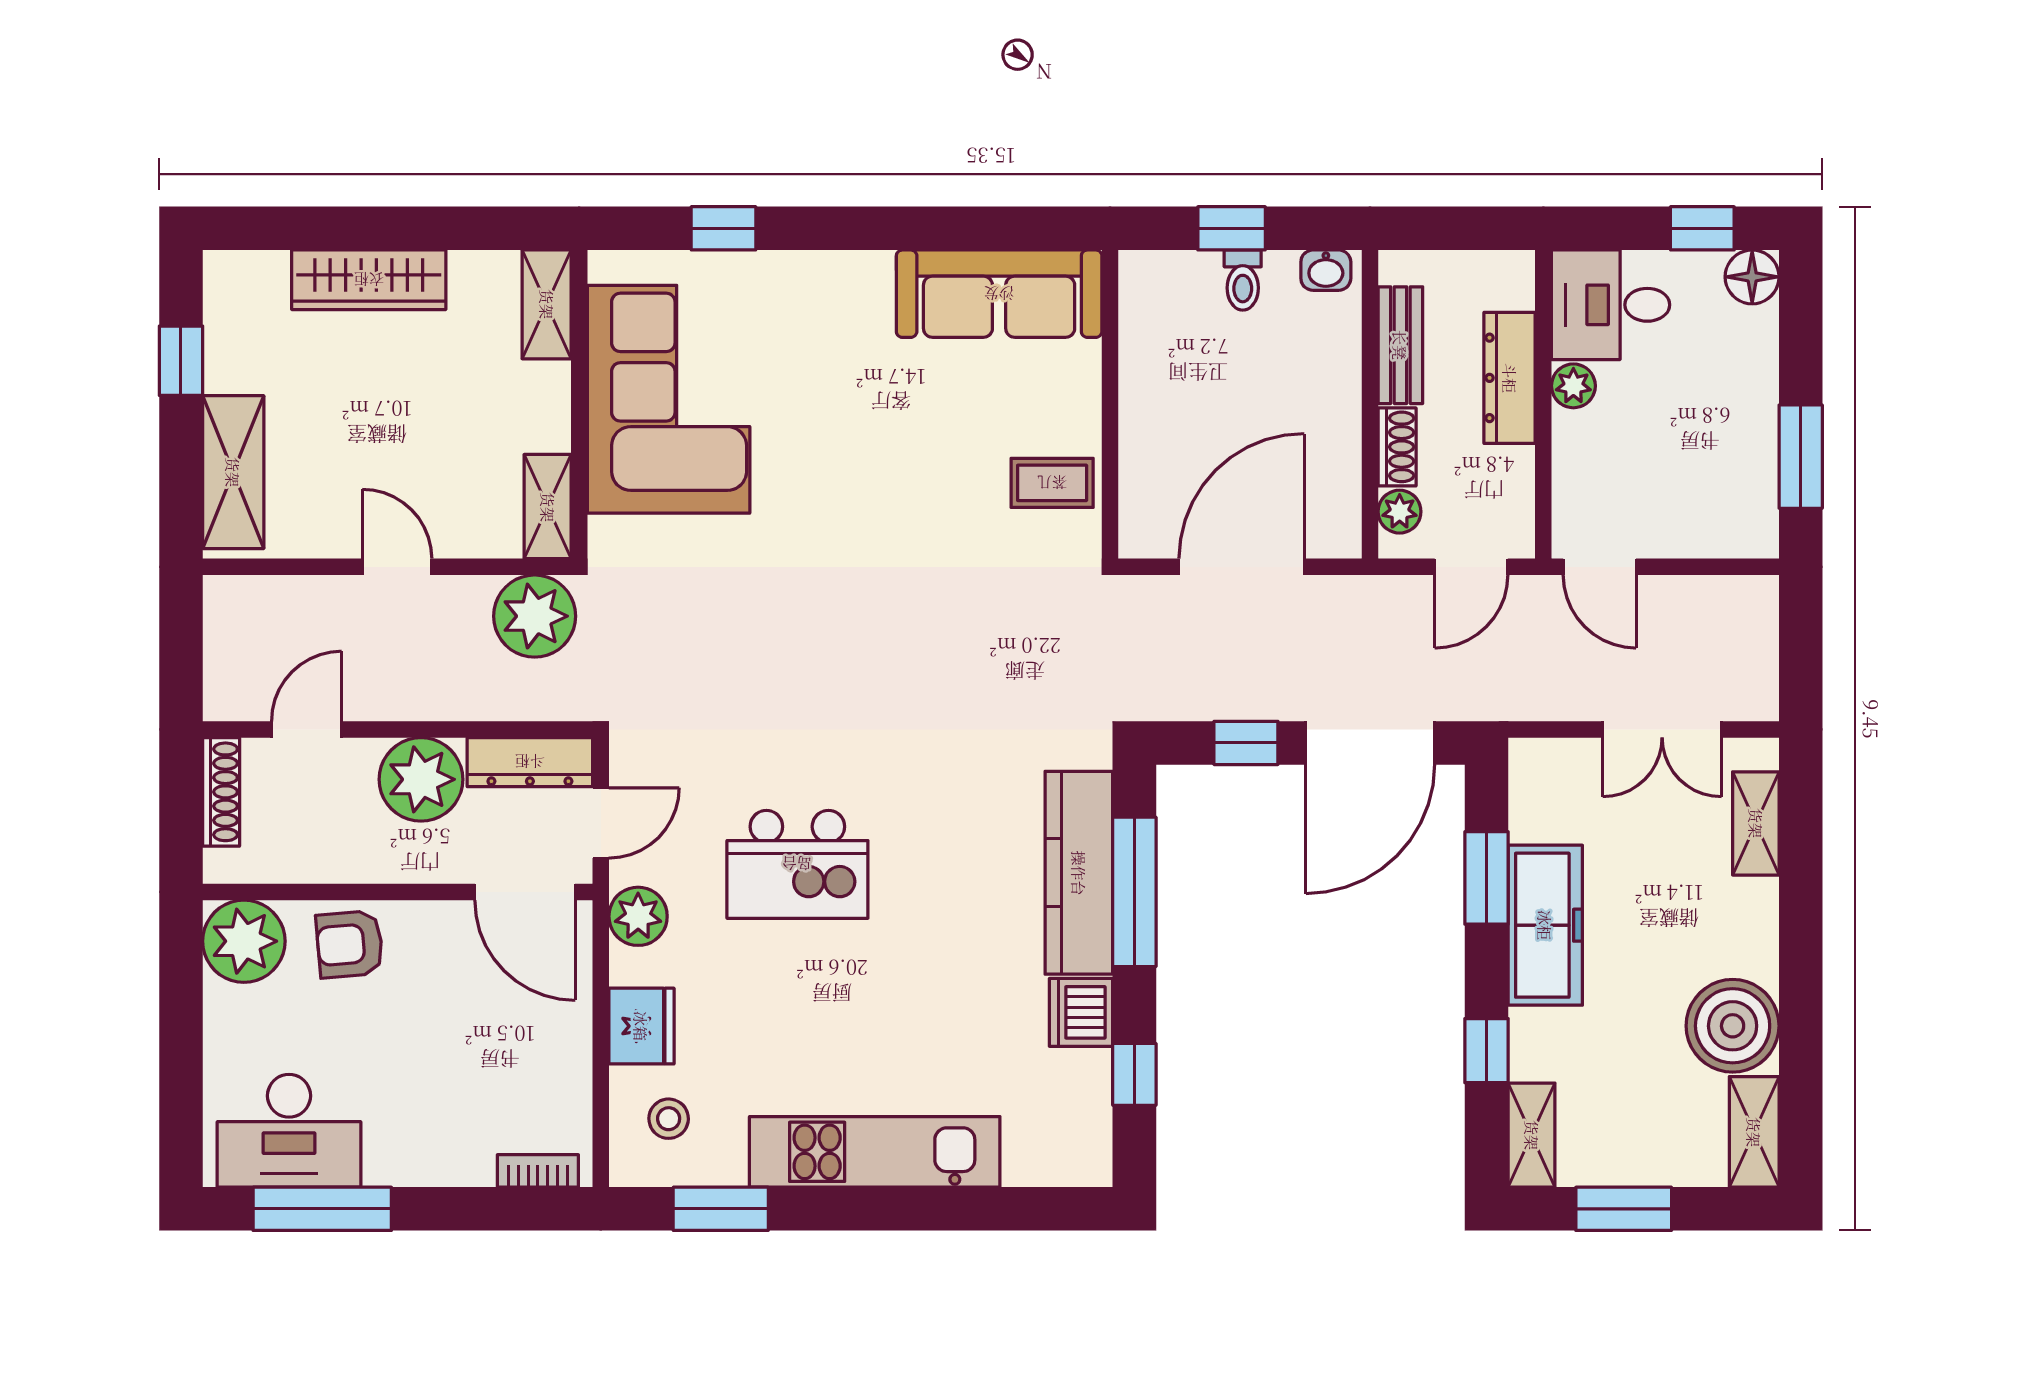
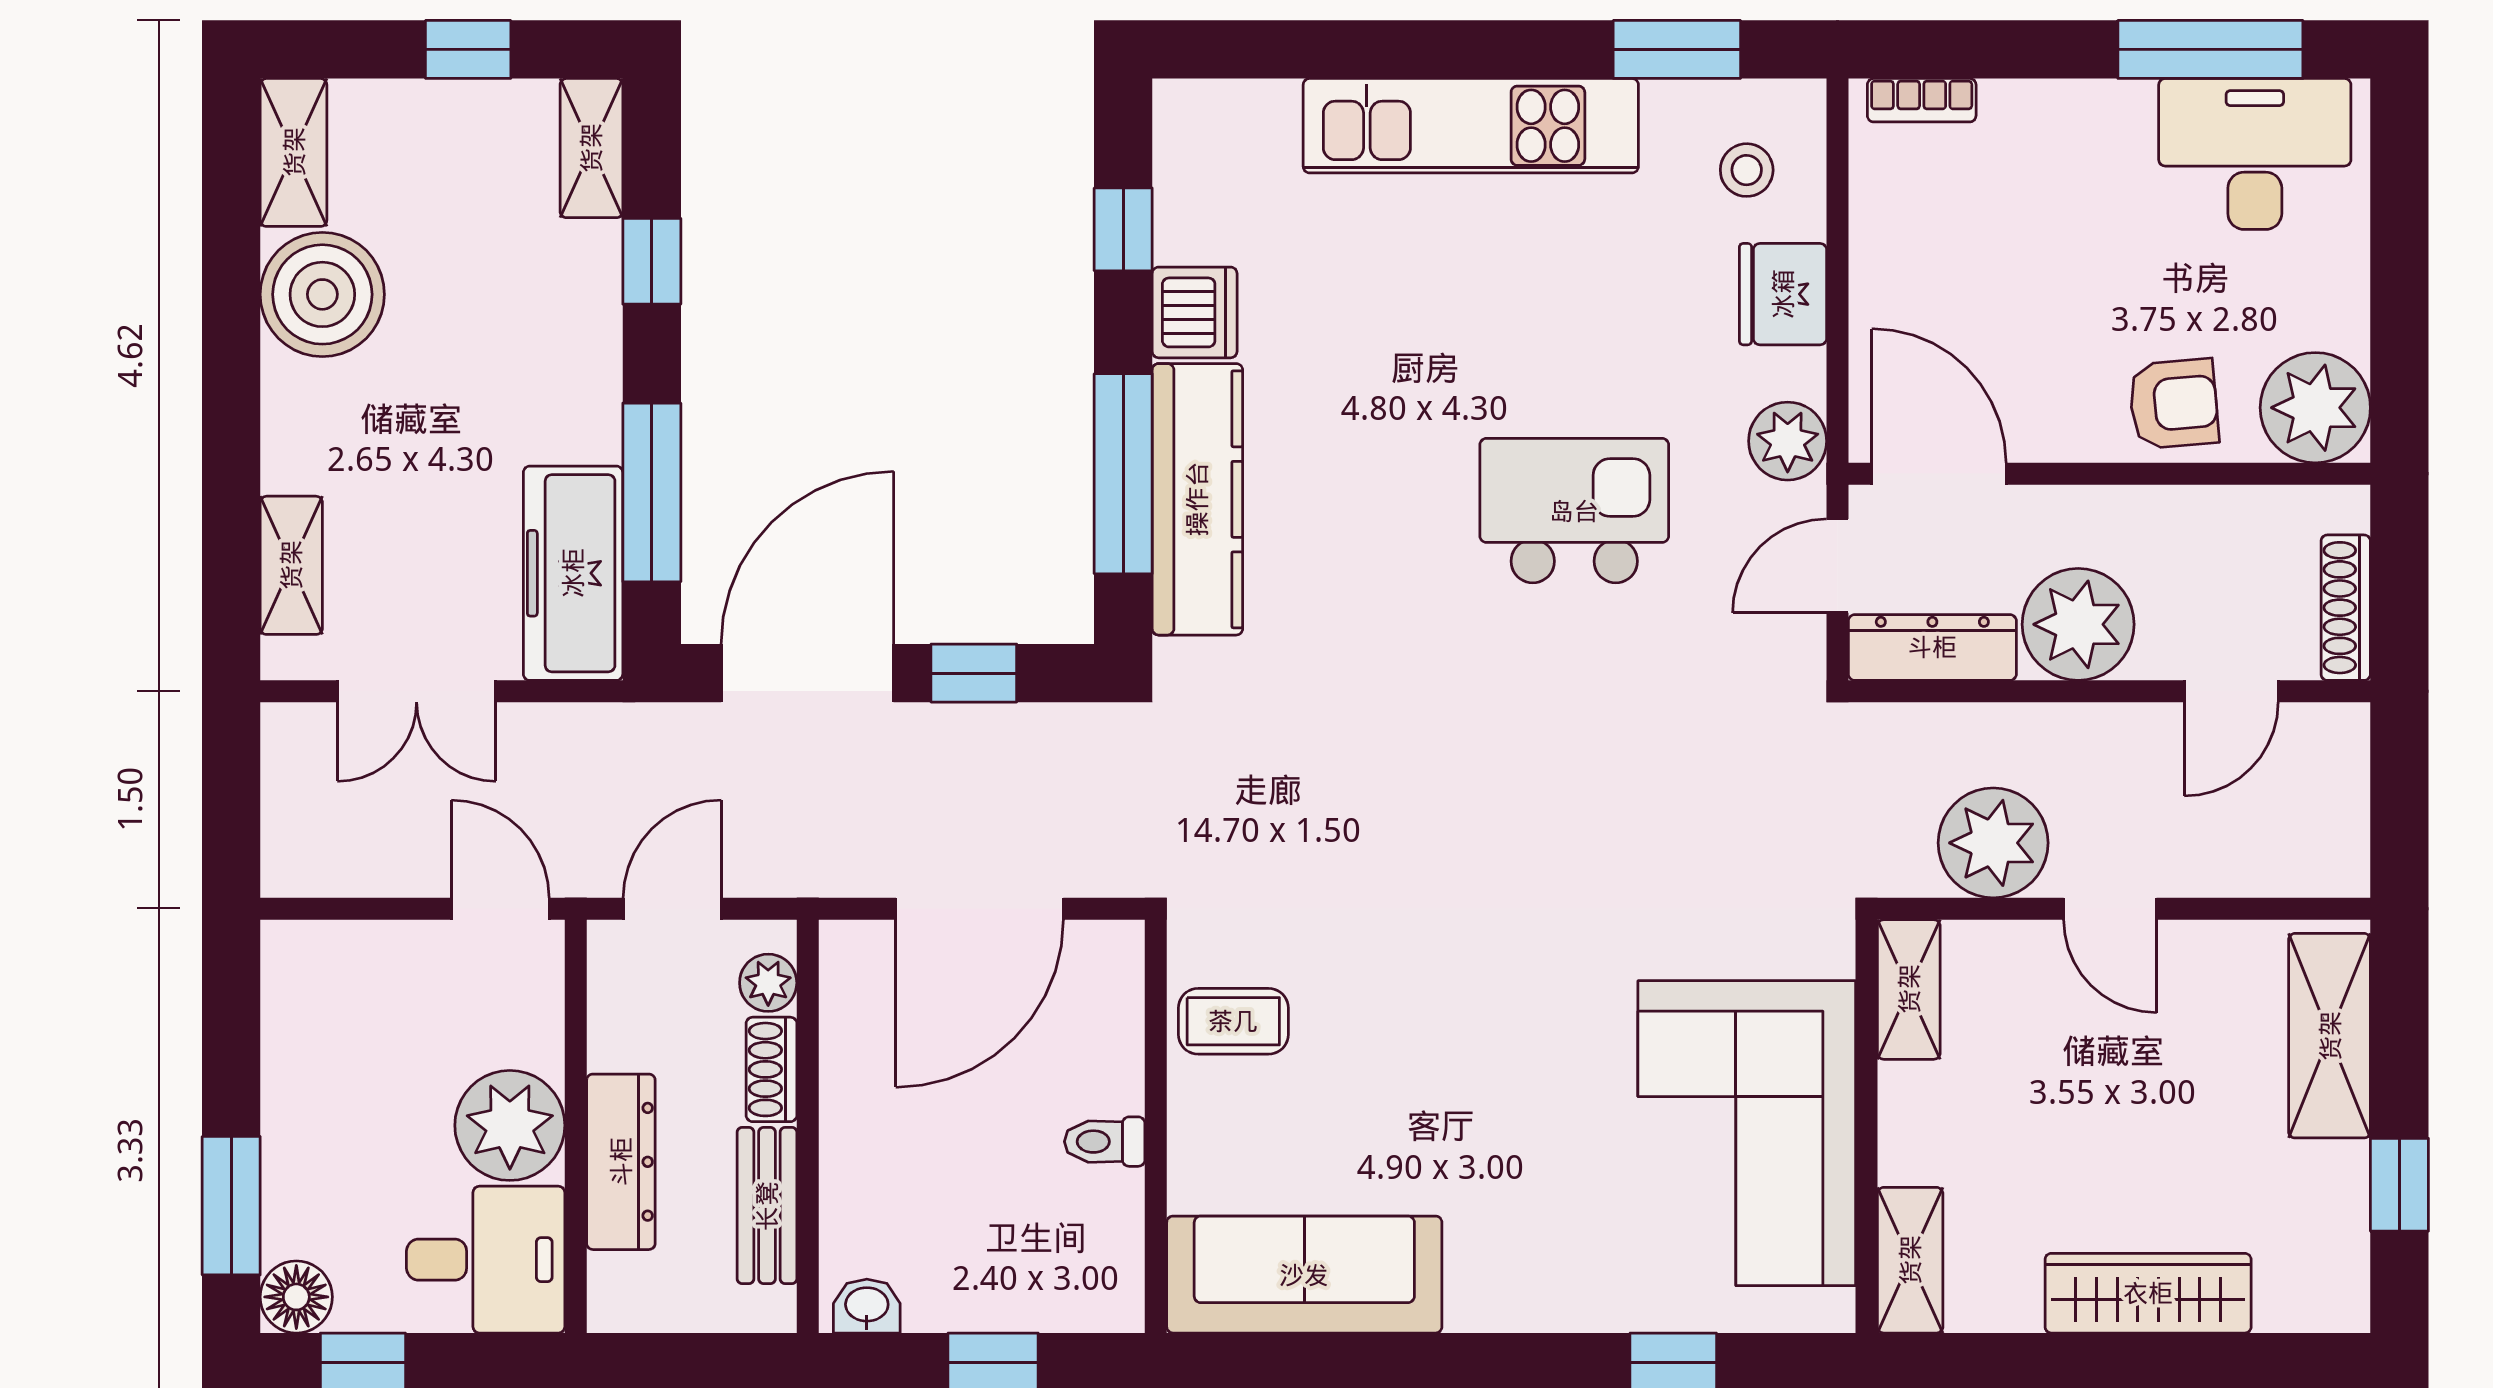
toilet: (1243, 280) -> (1105, 1142), moved, turned -90
plant: (1573, 386) -> (510, 1125), width x1.88, depth x1.88
window: (1801, 457) -> (231, 1206), moved
plant: (535, 616) -> (1993, 843), moved
double door: (1662, 729) -> (417, 691), swing flipped
window: (1486, 878) -> (652, 492), width x1.44
freezer: (1545, 925) -> (573, 573), moved
window: (1624, 1209) -> (468, 49), width x0.67

